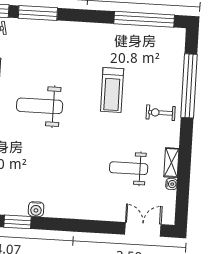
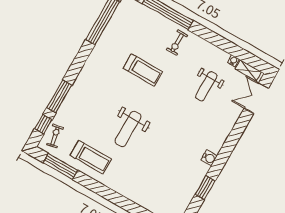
shelving: (171, 163) -> (248, 70), moved
water cooler: (36, 209) -> (209, 158), moved

